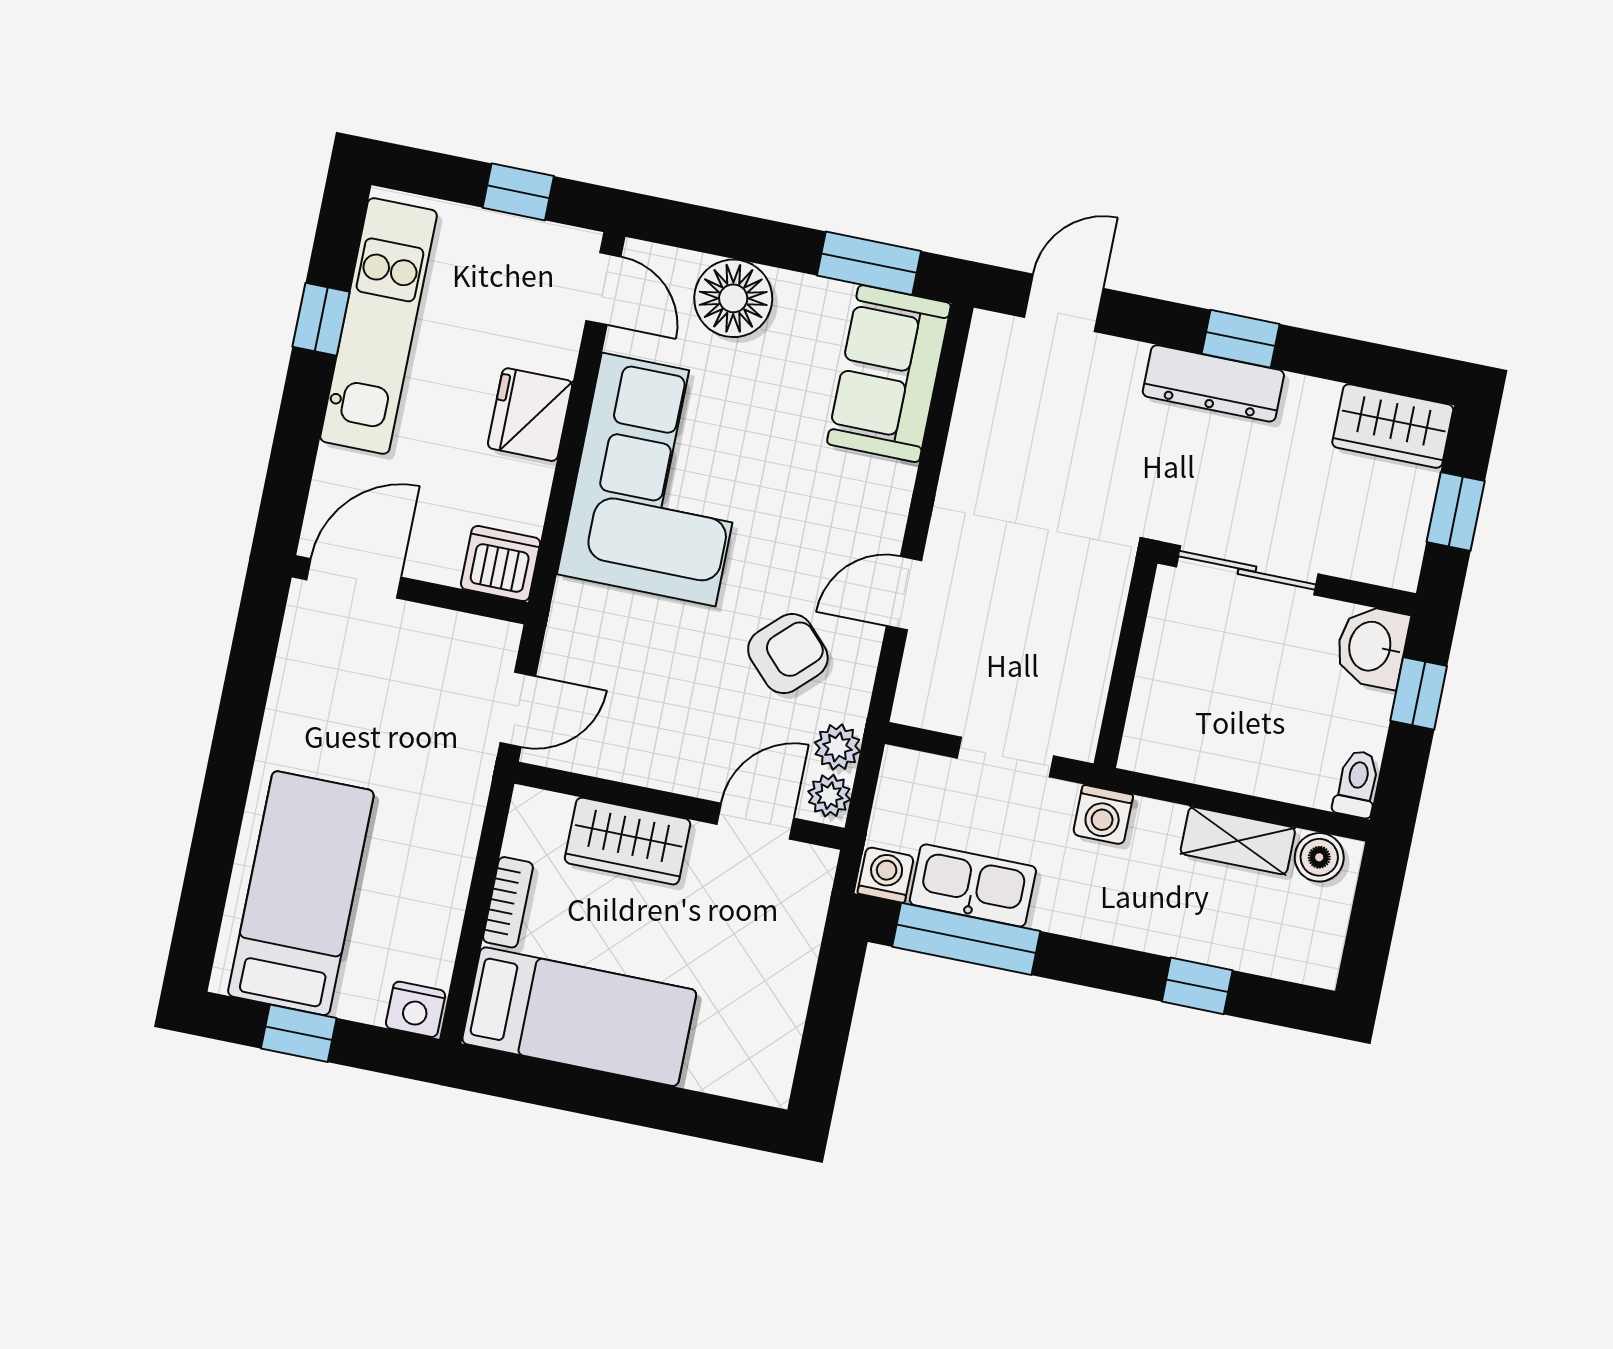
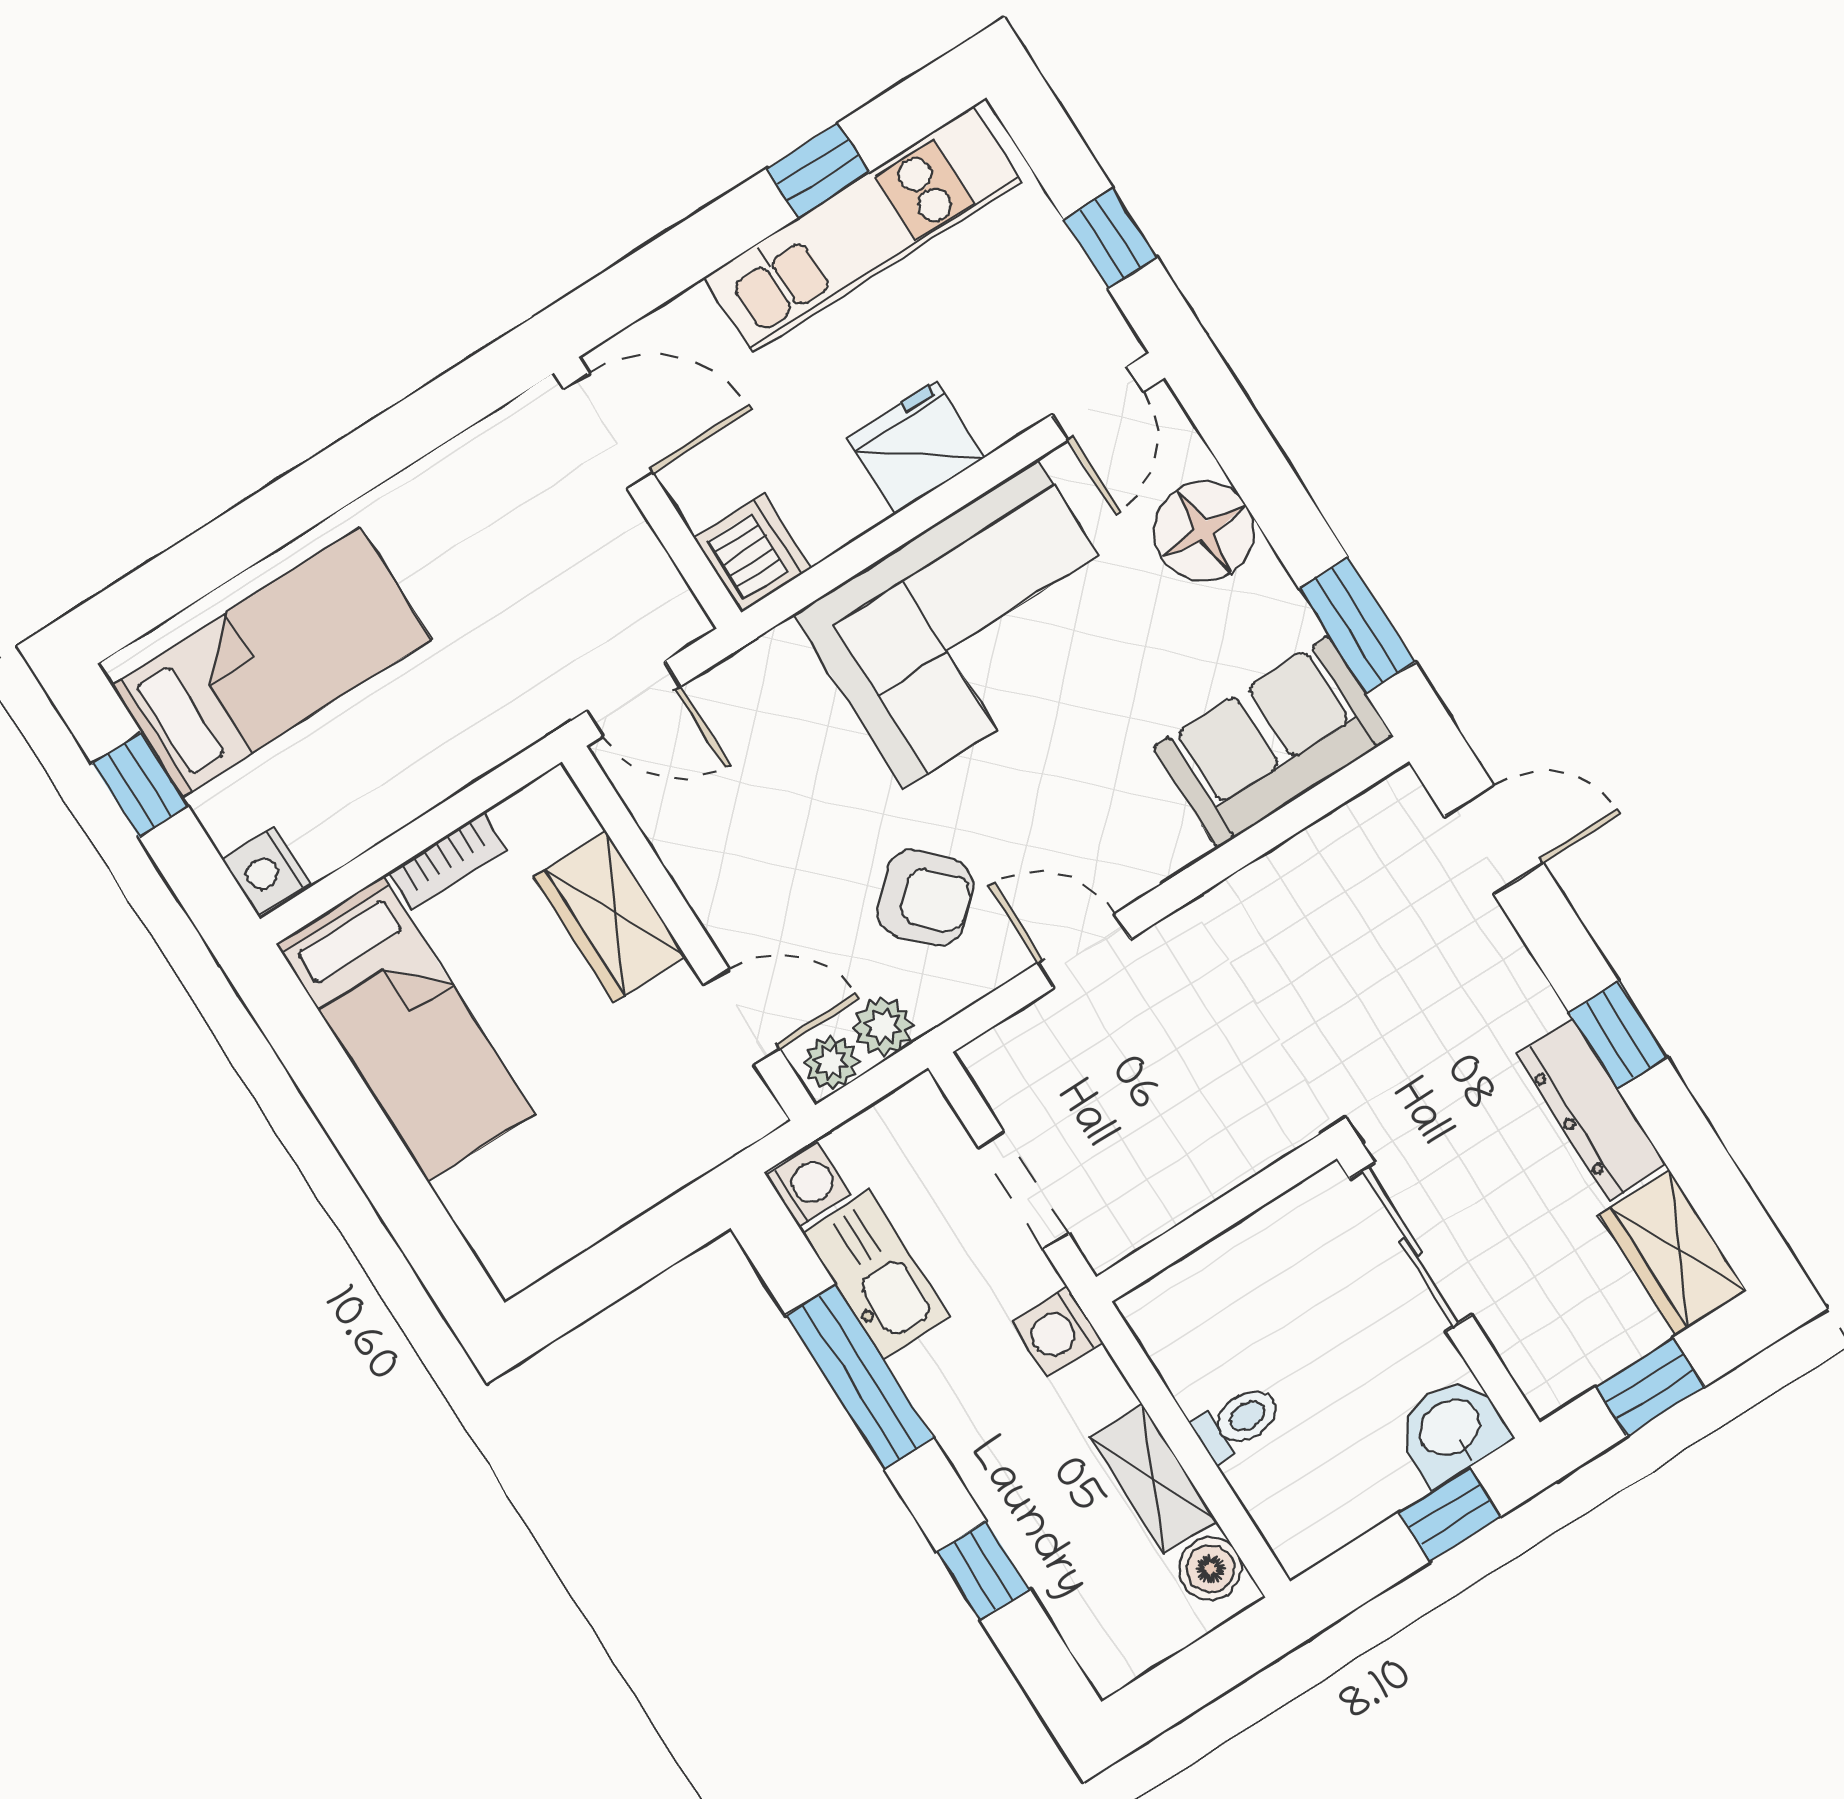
dresser: (1213, 383) -> (1591, 1110), moved
toilet: (1357, 784) -> (1238, 1422), moved
window: (966, 939) -> (860, 1377), moved

